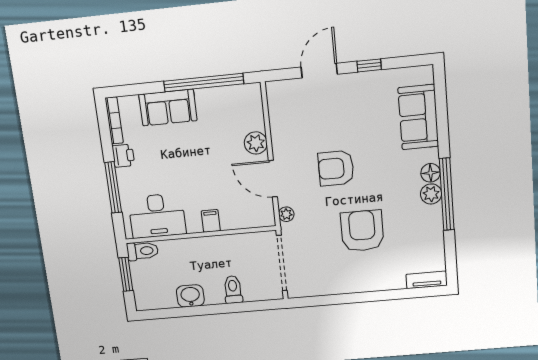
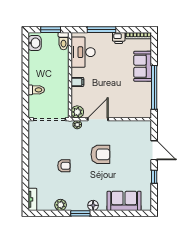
plant: (256, 143) -> (77, 112), moved
armchair: (336, 168) -> (100, 154), turned 90
plant: (431, 194) -> (61, 205), moved
window: (447, 194) -> (80, 213), width x0.47
armchair: (362, 231) -> (64, 166), width x0.53, depth x0.53
washbasin: (190, 296) -> (35, 43), moved

